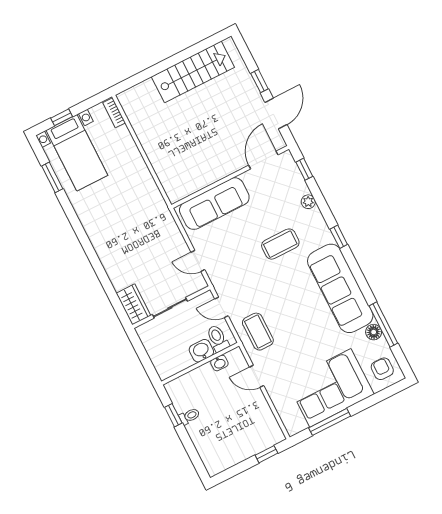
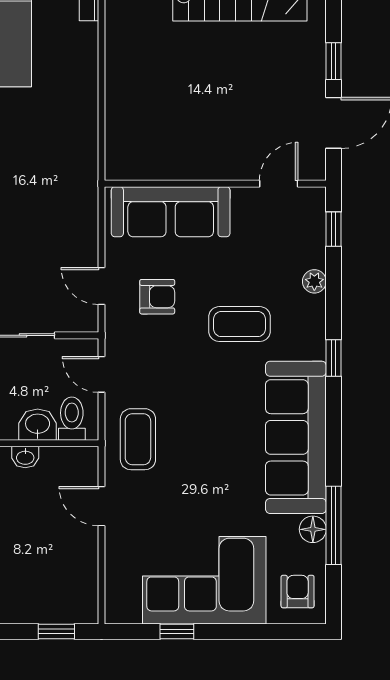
door: (263, 160) -> (279, 184), width x0.73
armchair: (230, 252) -> (157, 297), added
washbasin: (219, 363) -> (25, 457), moved
window: (330, 422) -> (177, 632), width x0.46

